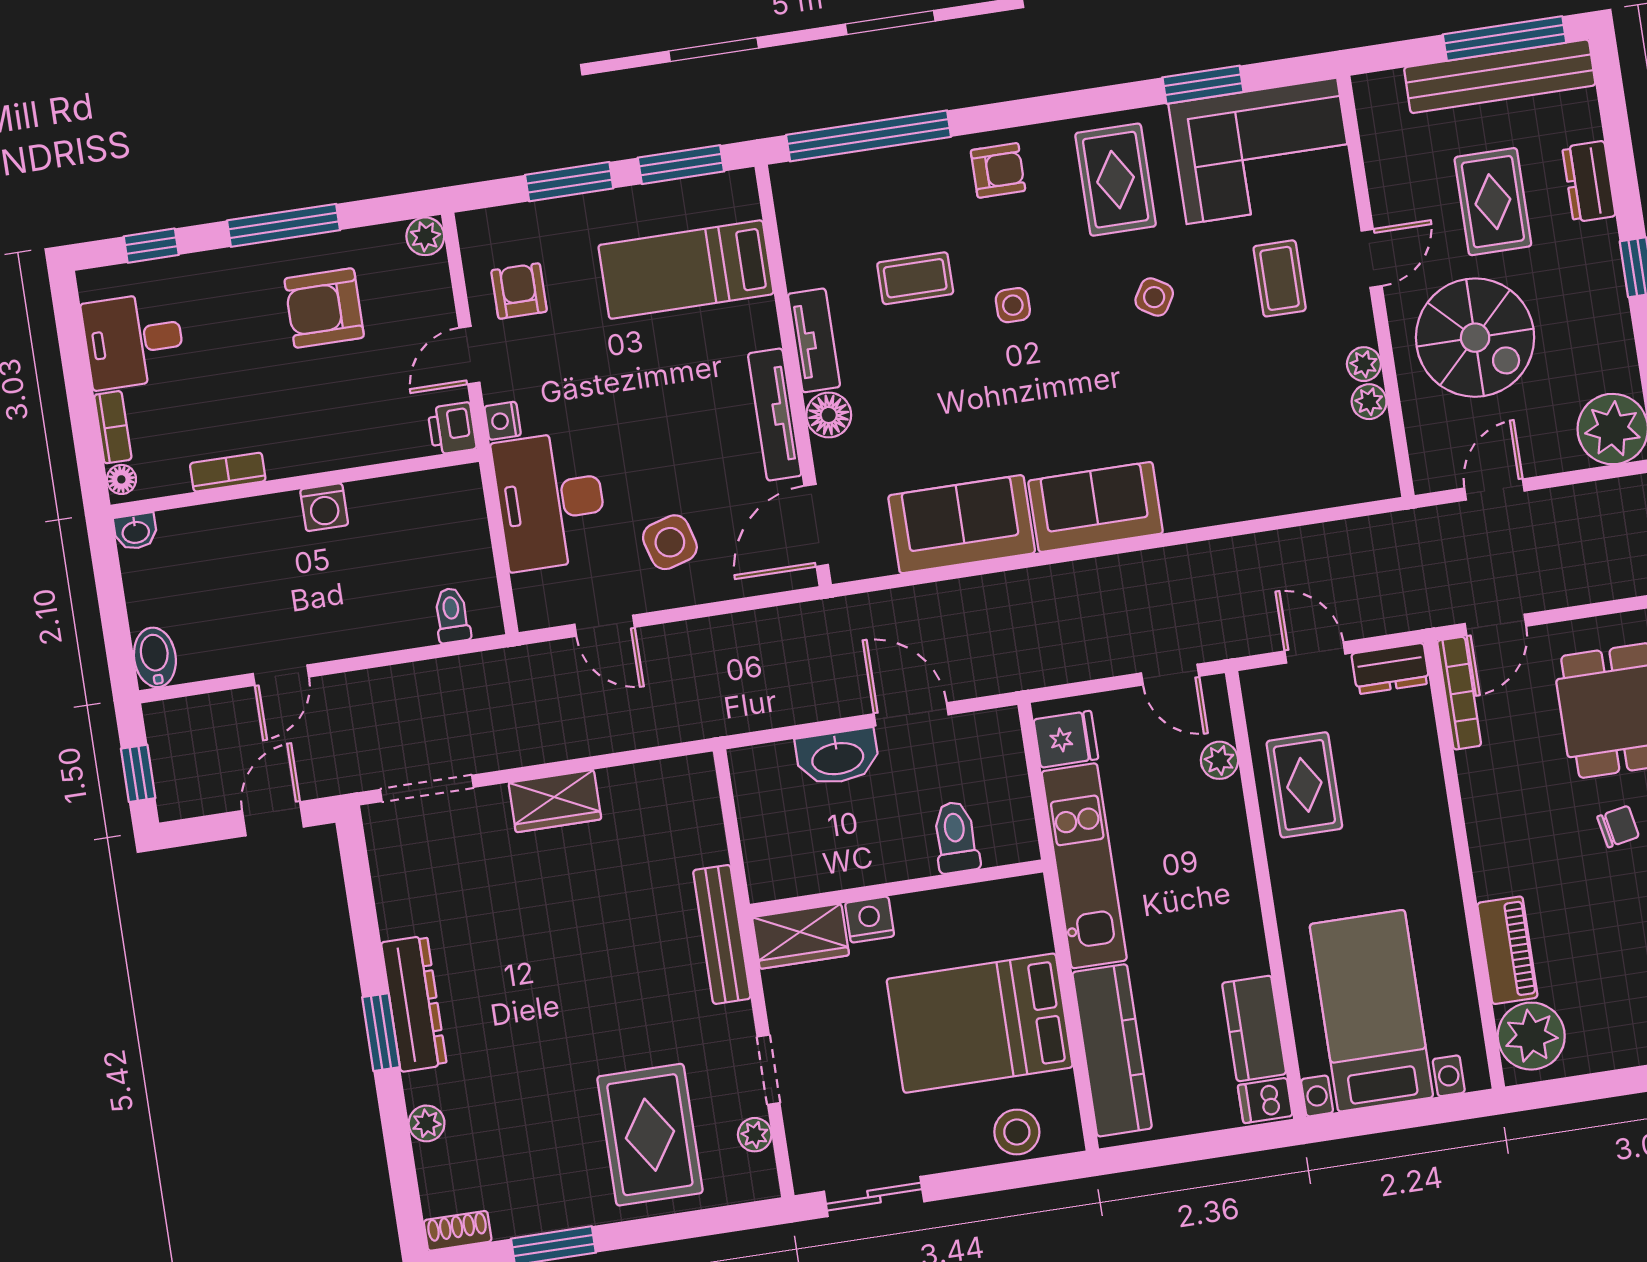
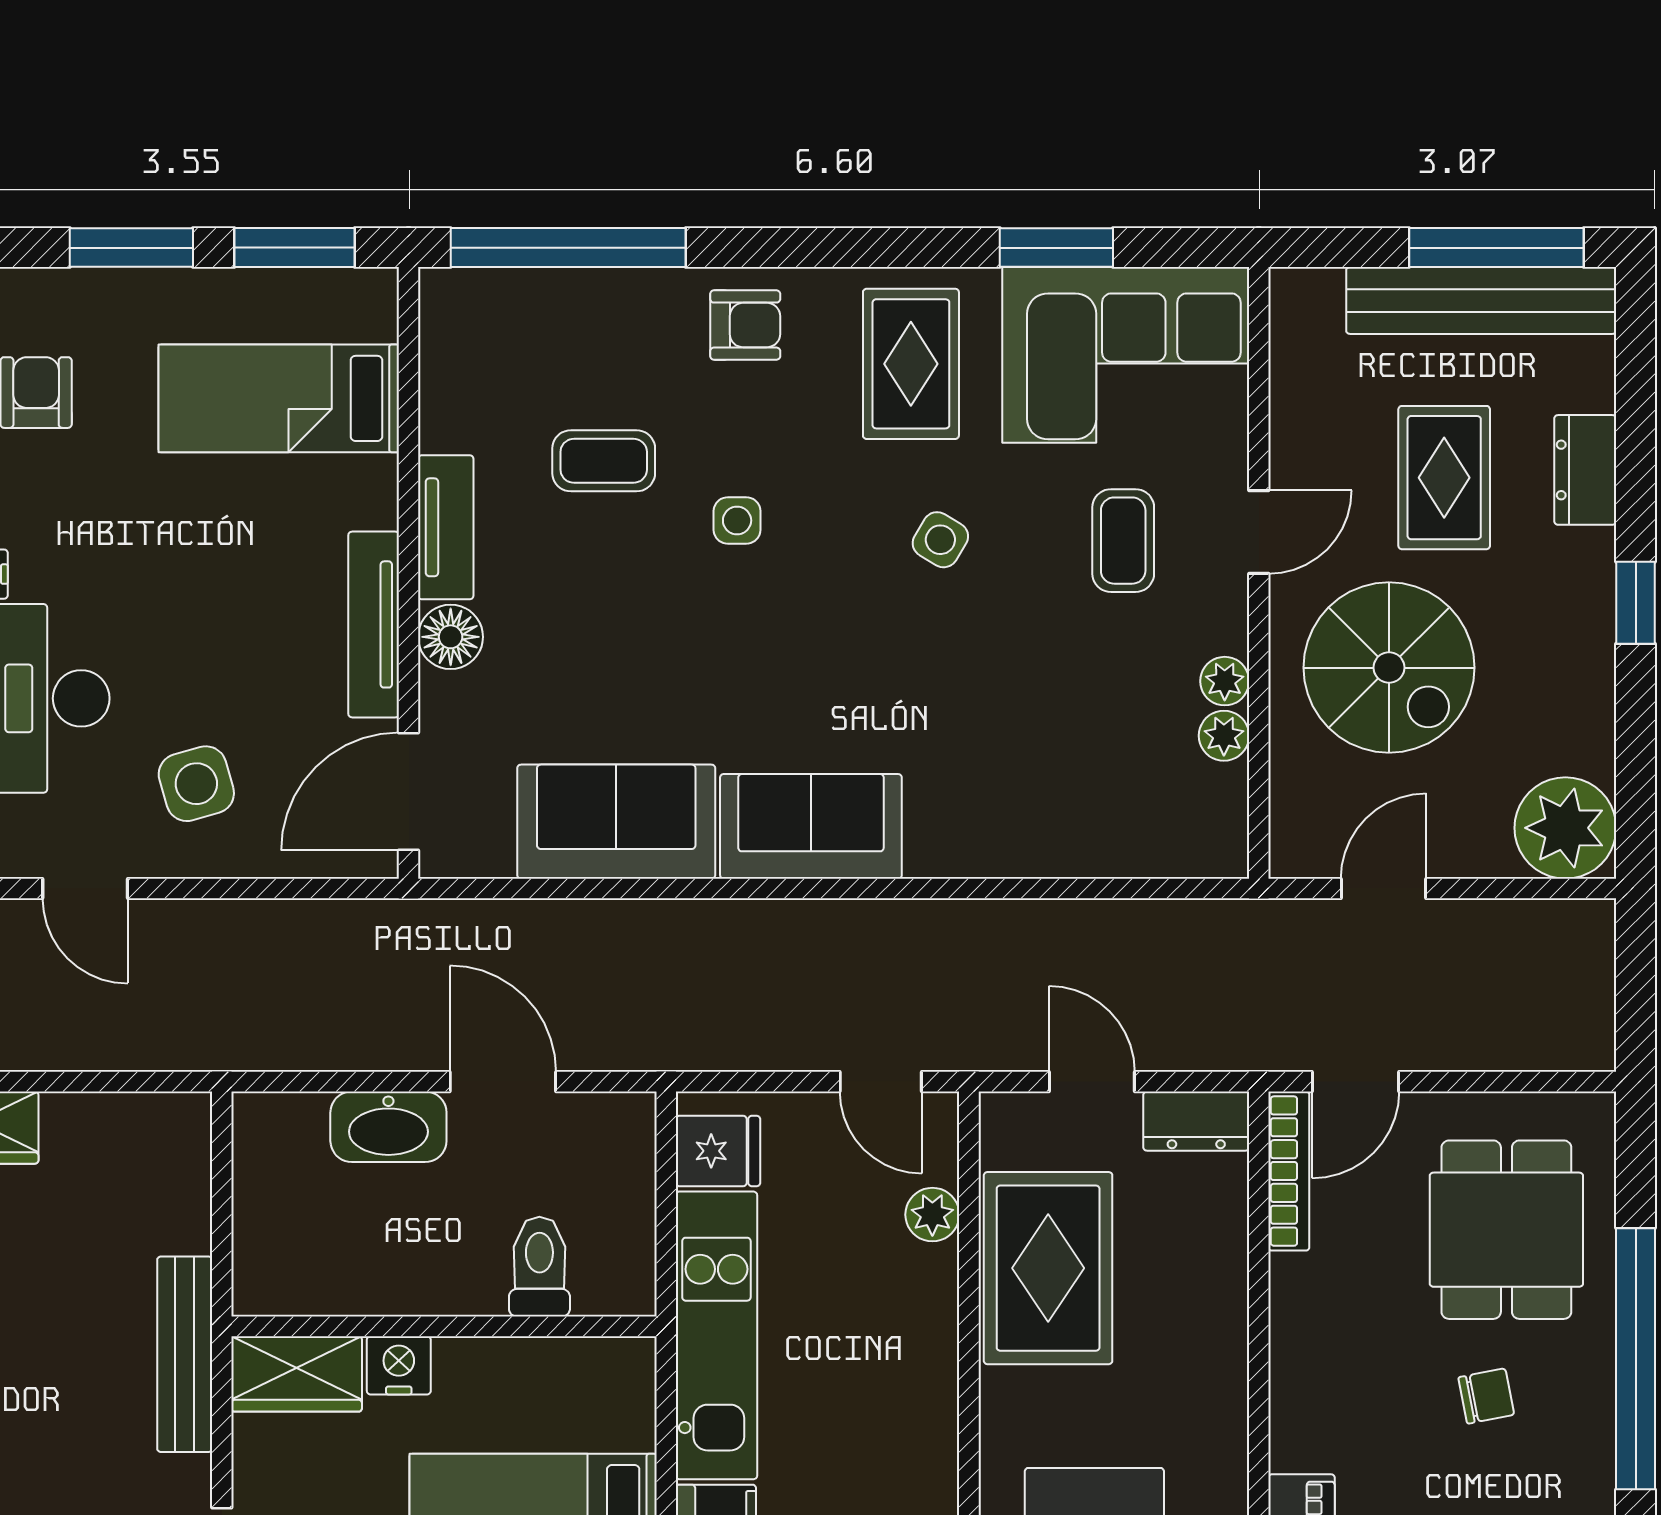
rug: (1304, 785) -> (1048, 1268), width x1.36, depth x1.43

